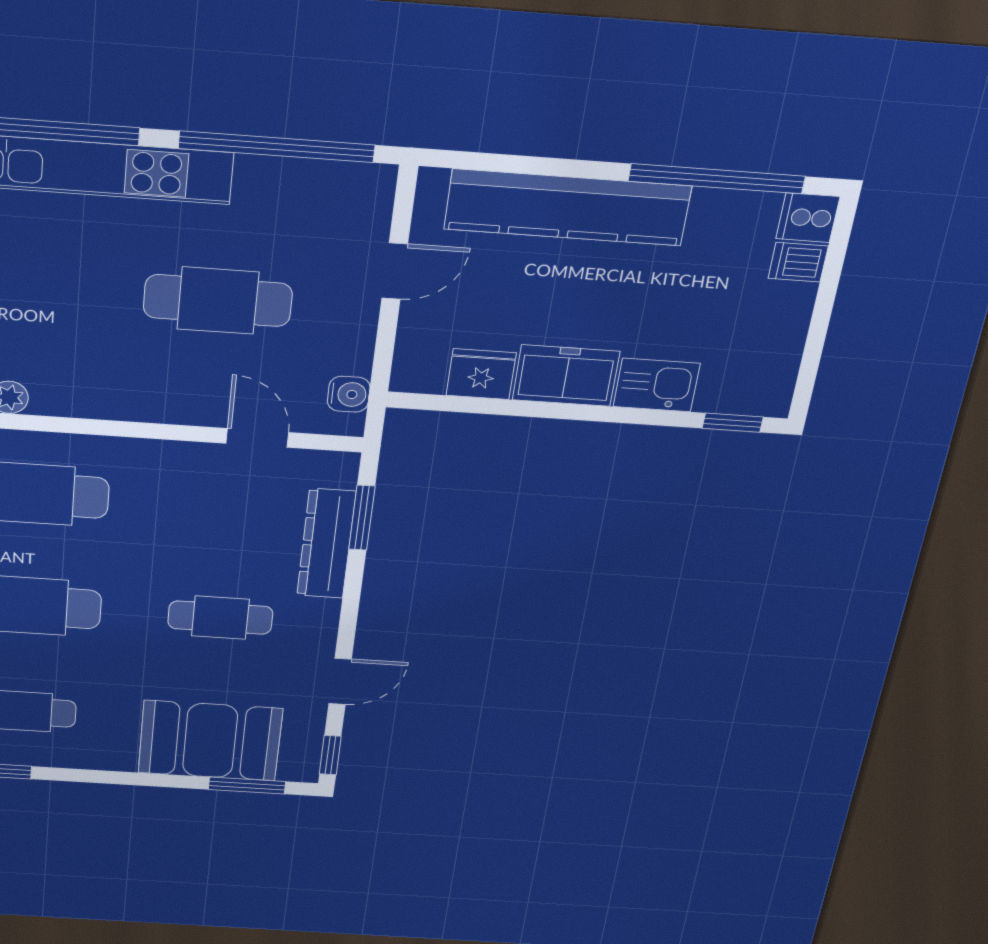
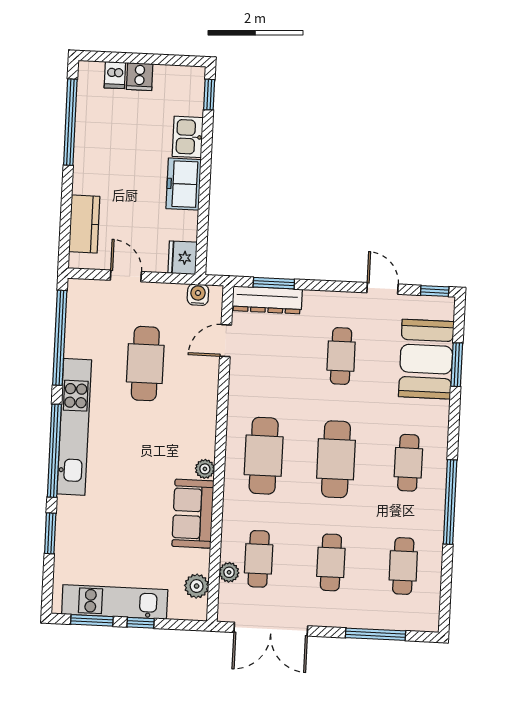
kitchen counter: (567, 208) -> (84, 224), width x0.48, depth x0.86
cooker: (808, 218) -> (140, 77), moved
fridge: (481, 374) -> (182, 258), moved
dresser: (326, 544) -> (267, 300), moved
window: (247, 786) -> (457, 365), moved

